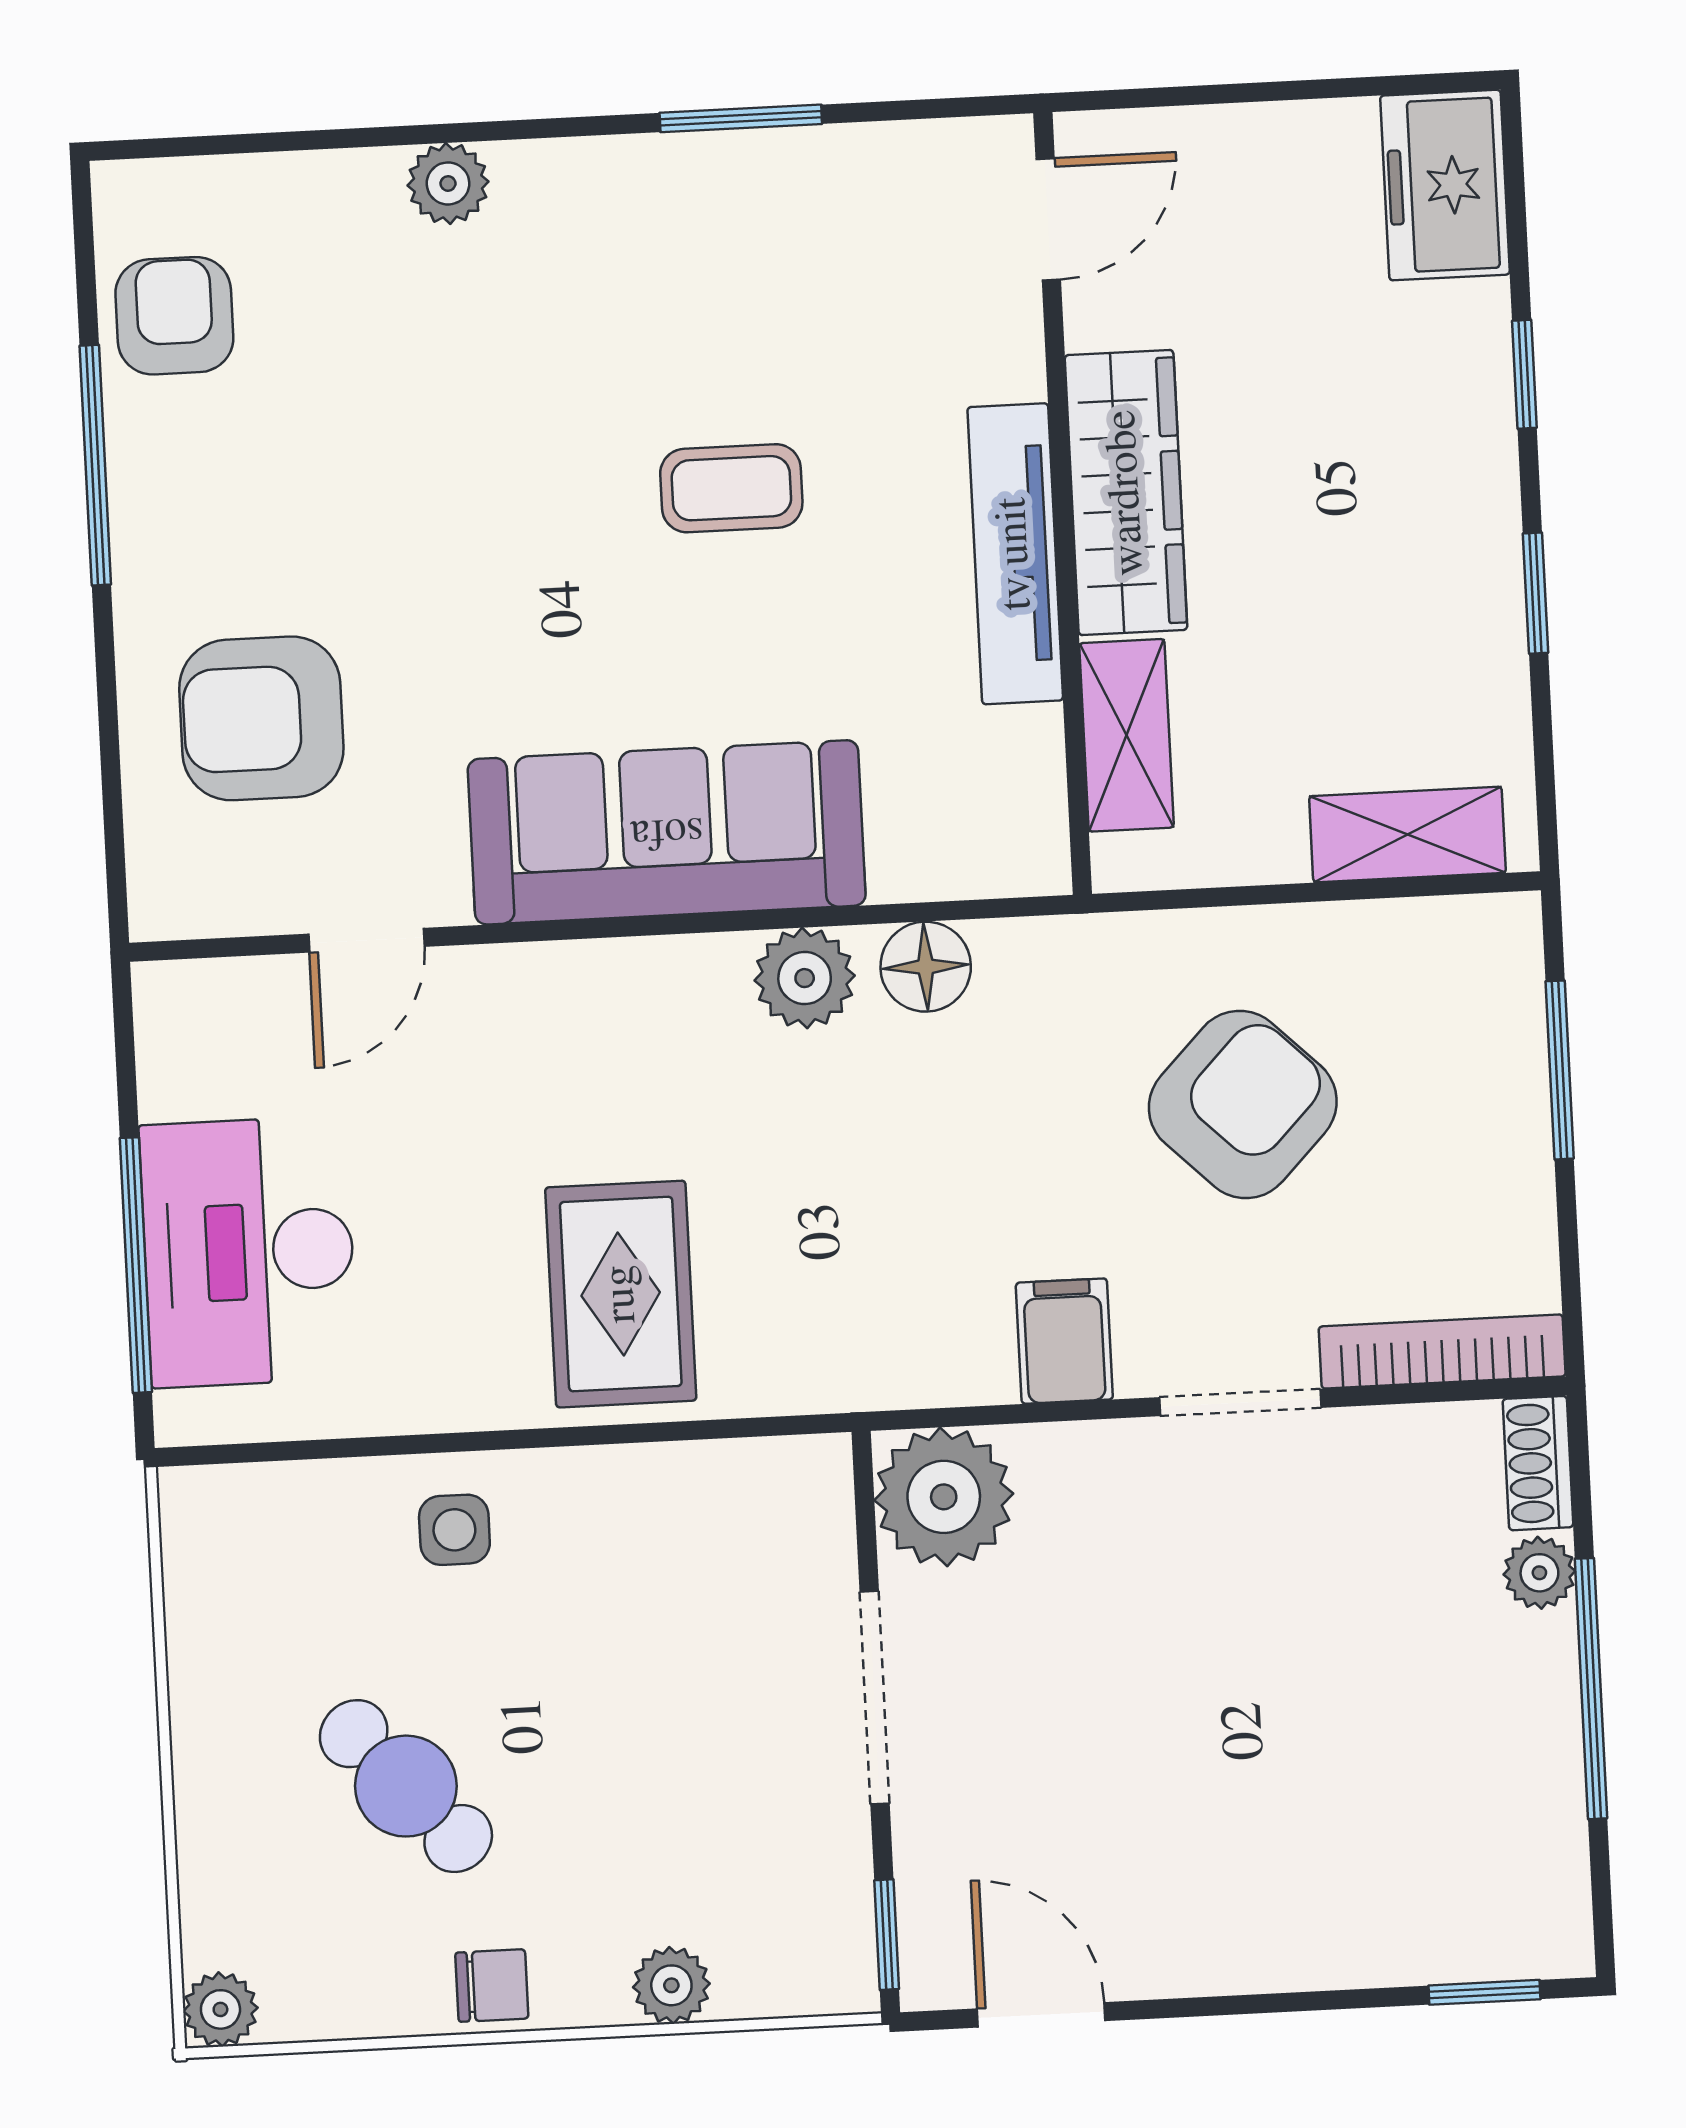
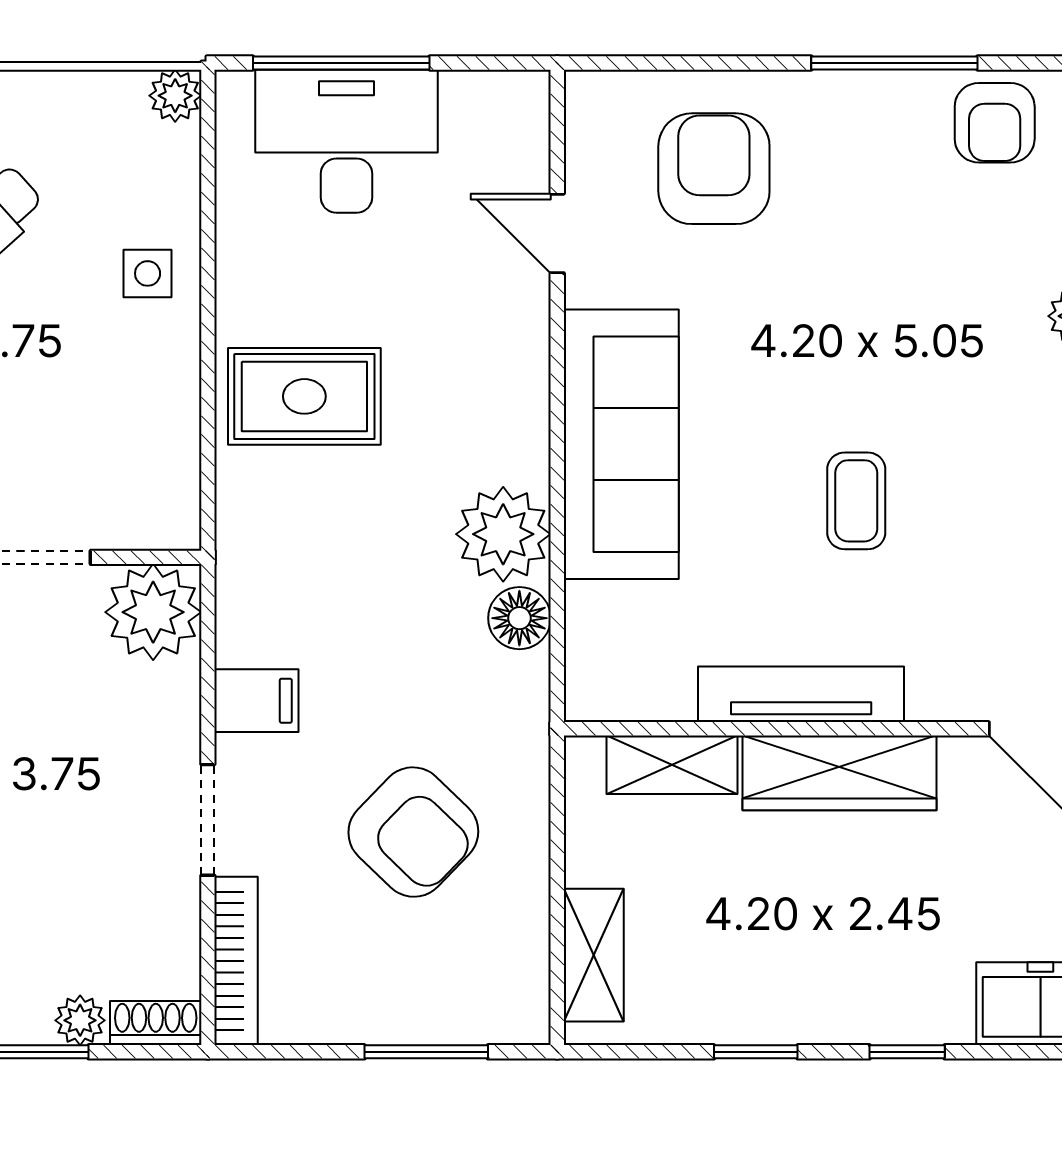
armchair: (174, 316) -> (995, 123), turned 90
plant: (805, 978) -> (503, 534), width x1.36, depth x1.36
plant: (195, 1503) -> (175, 96), added

